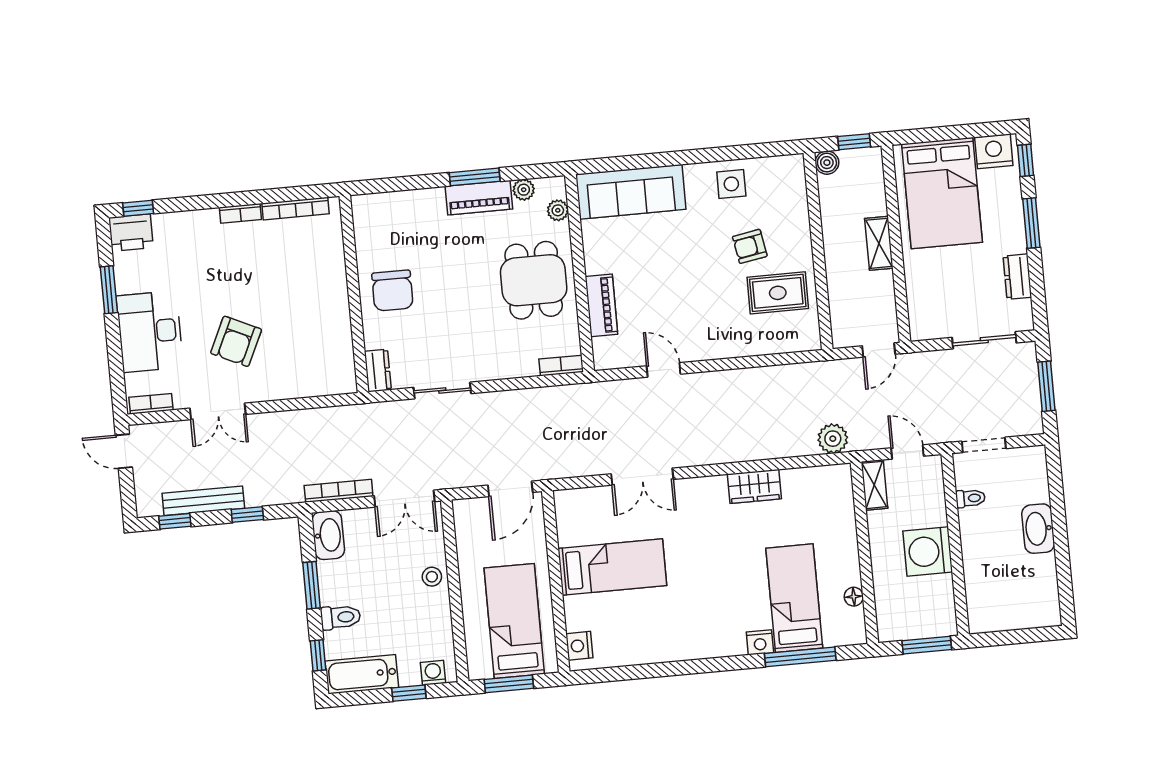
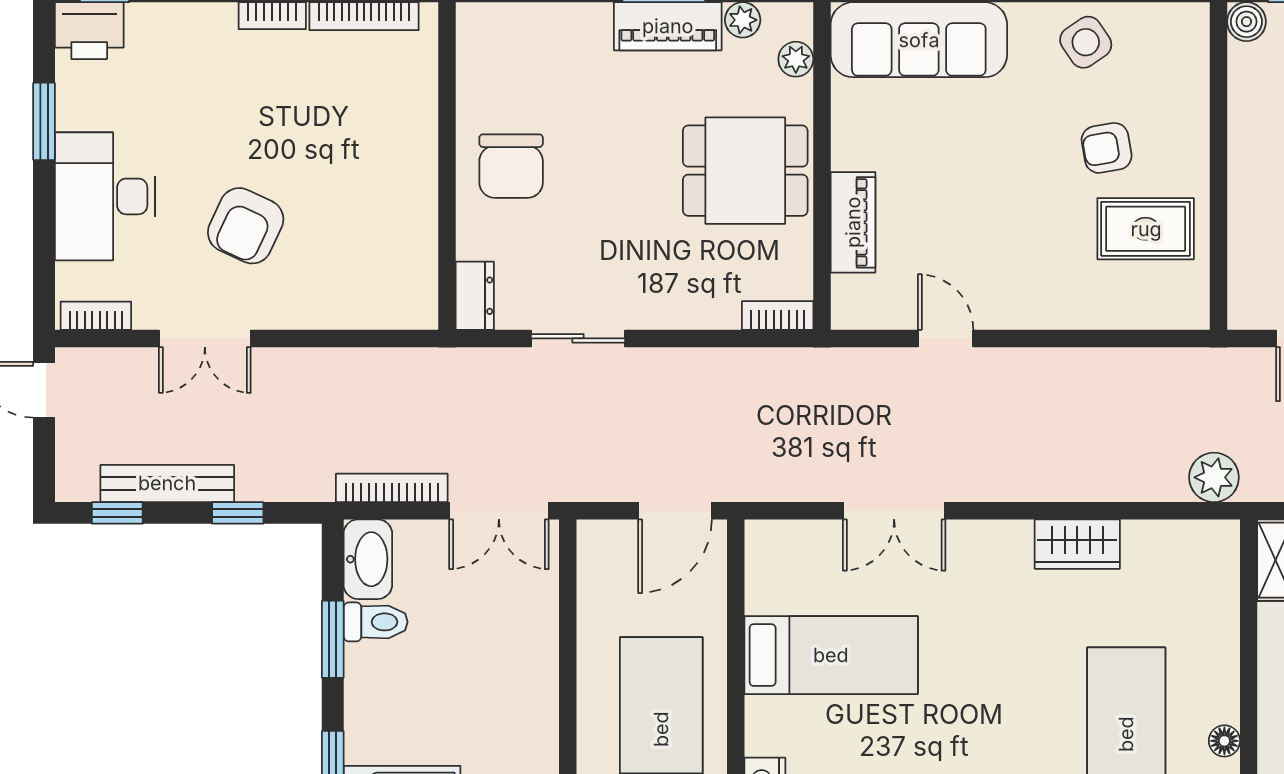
side table: (731, 184) -> (1086, 42), turned -34
dining table: (534, 280) -> (745, 171), turned 90
stool: (432, 577) -> (532, 644), removed
toilet: (341, 617) -> (376, 622), moved

